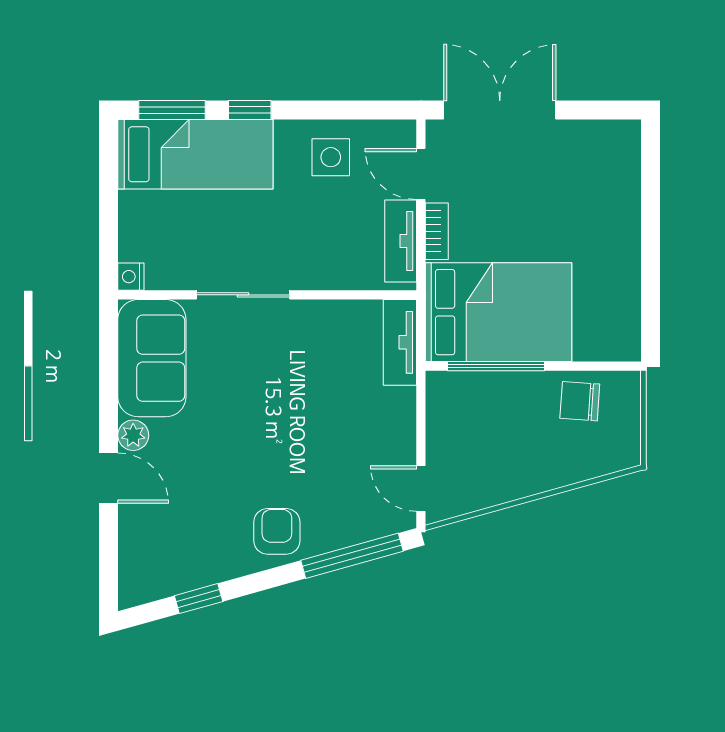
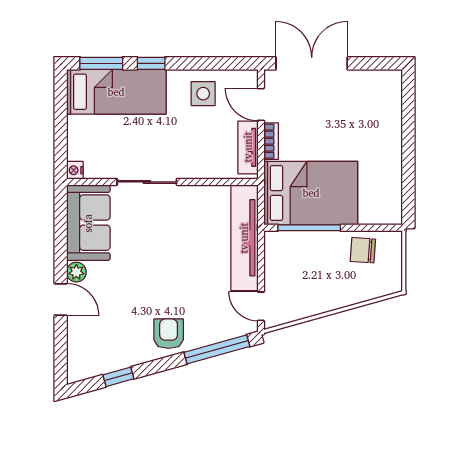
tv unit: (400, 342) -> (244, 238), width x1.92, depth x1.29

